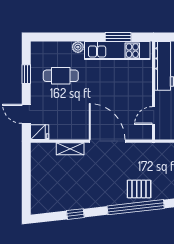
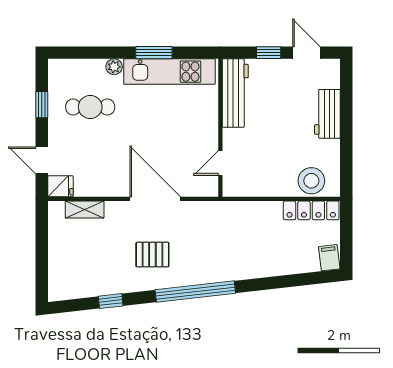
window: (118, 37) -> (154, 53), moved
shelving: (70, 149) -> (85, 209), moved
pallet: (139, 189) -> (152, 255), moved

